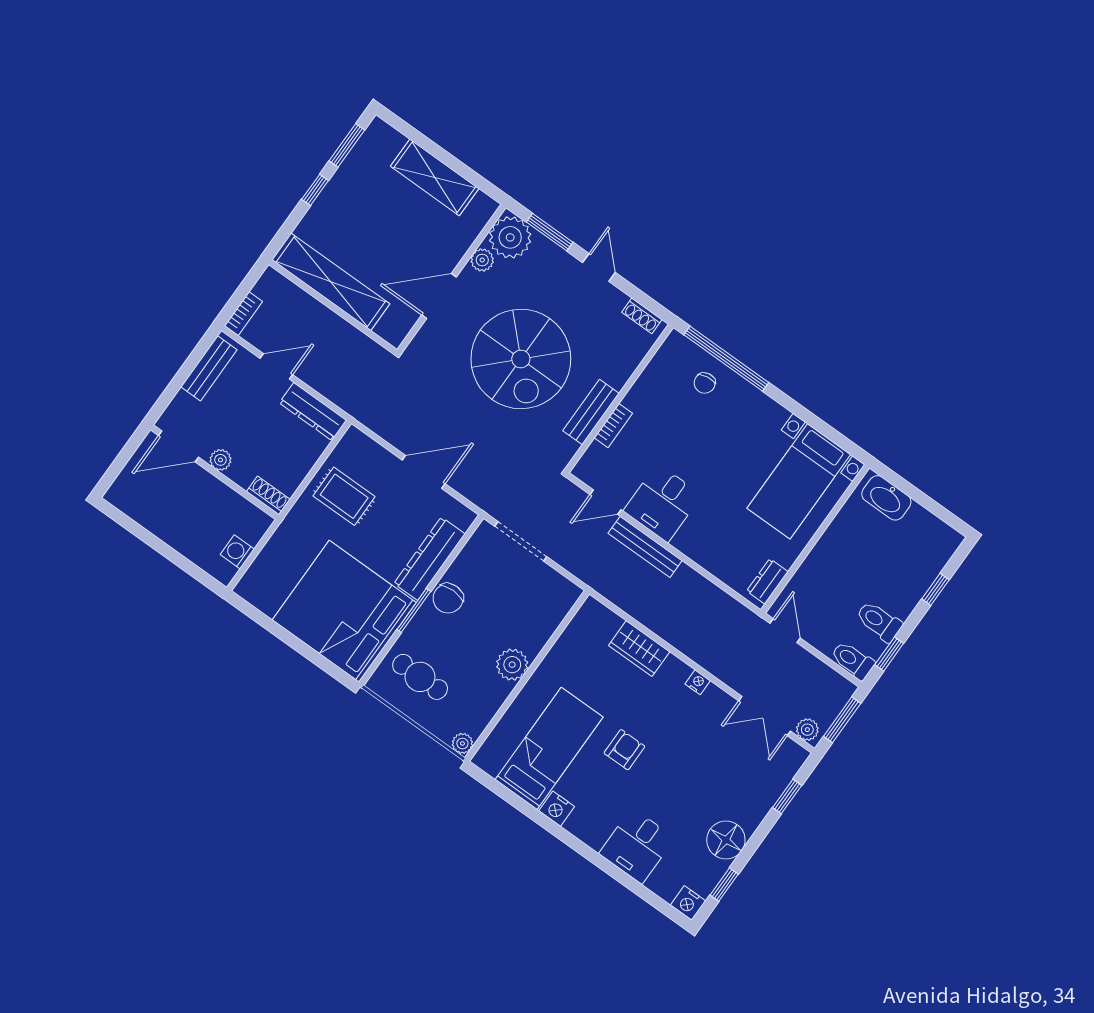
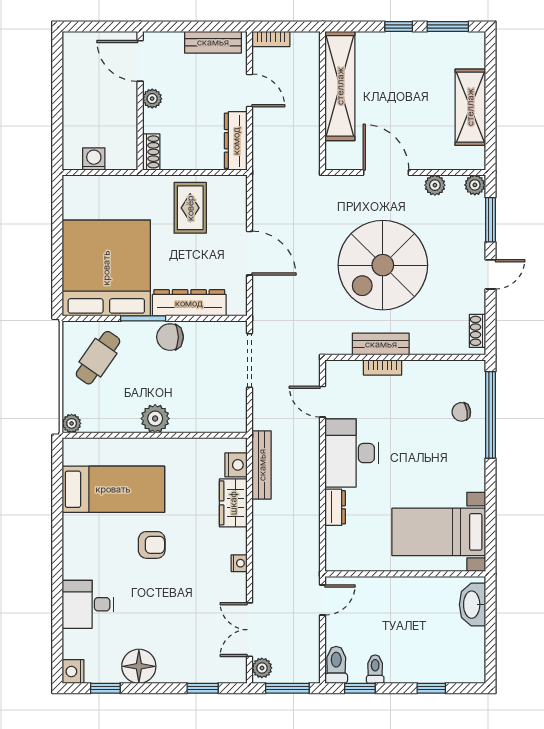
plant: (510, 237) -> (475, 185), width x0.53, depth x0.53
desk: (663, 503) -> (352, 453), width x1.37
bench: (645, 547) -> (262, 465), moved
dresser: (767, 581) -> (335, 507), moved, turned 90
toilet: (879, 621) -> (375, 669), width x0.73, depth x0.72
cafe table: (420, 677) -> (98, 358), turned 35
nightstand: (557, 809) -> (236, 465), moved, turned 180

